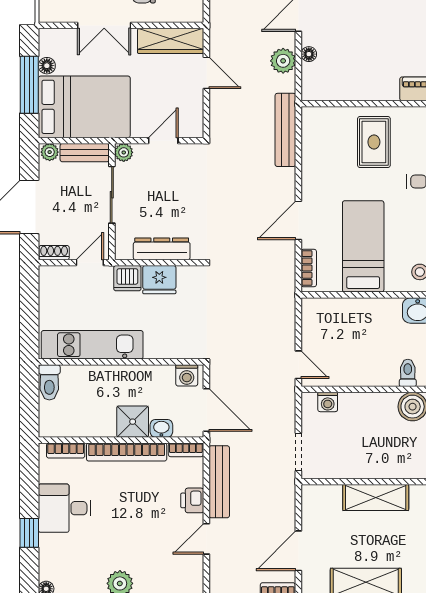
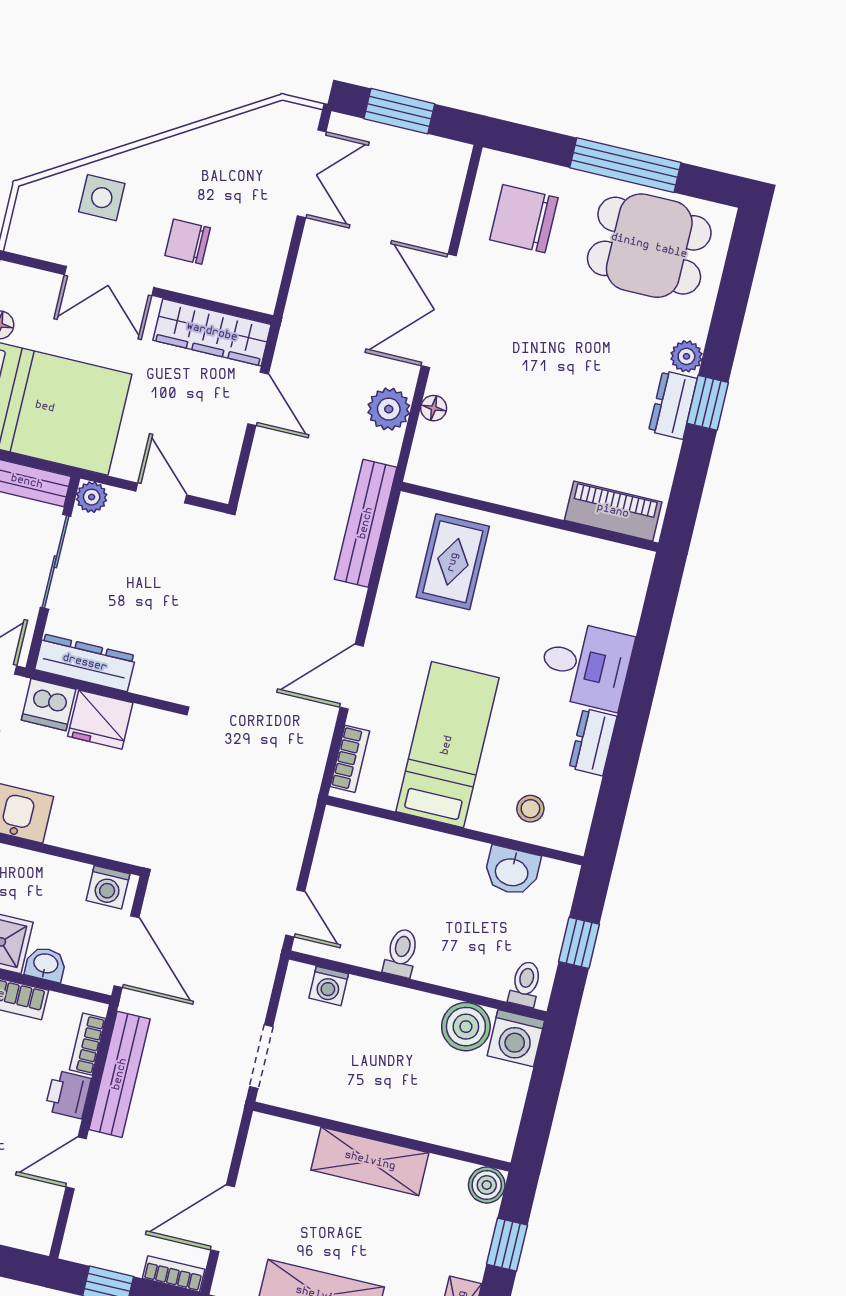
door: (163, 141) -> (161, 493), hinge flipped
rug: (374, 142) -> (453, 562), moved
dresser: (162, 249) -> (85, 663), moved
toilet: (408, 373) -> (401, 953), moved
bookcase: (186, 450) -> (88, 1044), moved, turned 90

